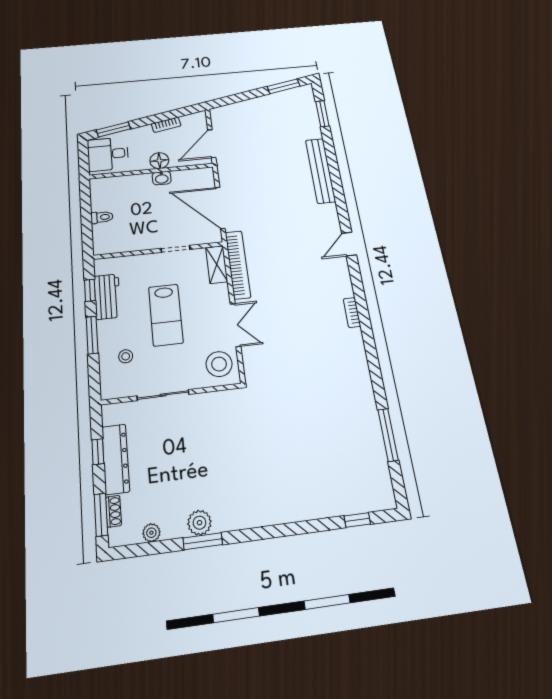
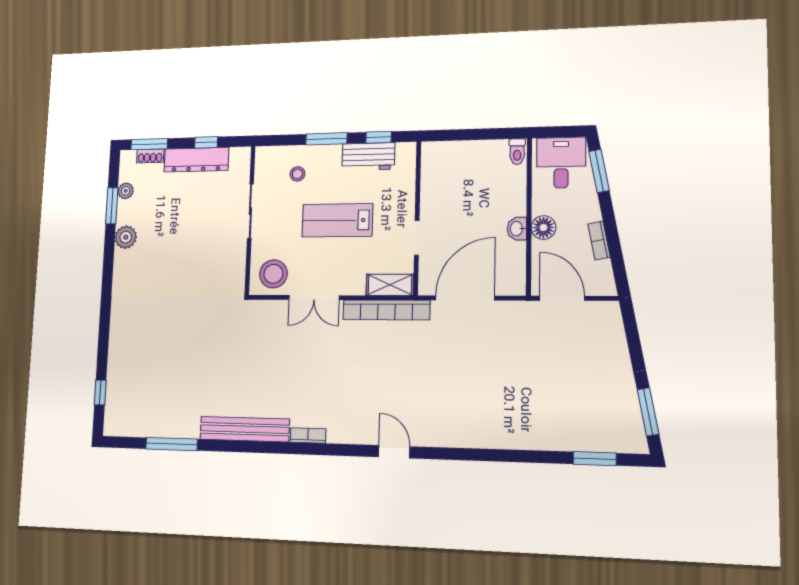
bench: (320, 171) -> (245, 429), moved
toilet: (102, 217) -> (517, 152), moved
window: (203, 541) -> (112, 206), moved

